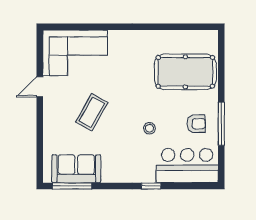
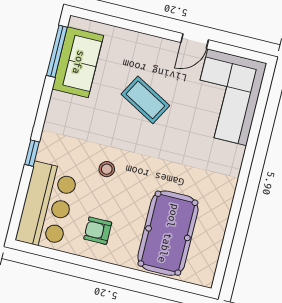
door: (40, 87) -> (195, 41), swing flipped
armchair: (196, 124) -> (98, 231), turned 90
window: (221, 124) -> (90, 263), removed

